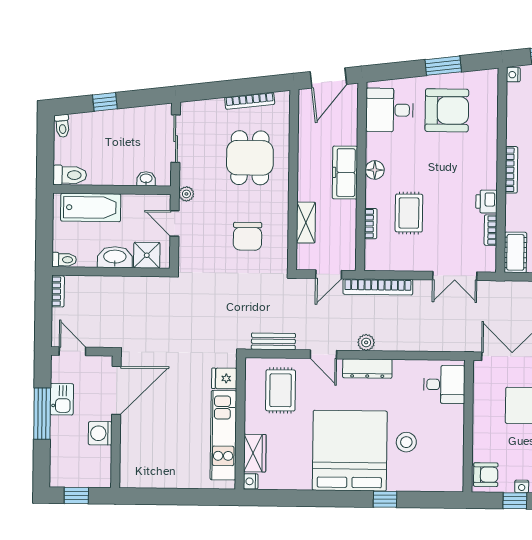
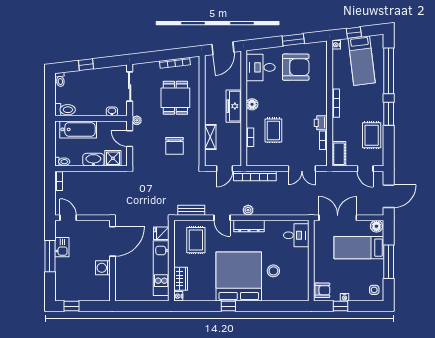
door: (116, 390) -> (112, 241), moved
wall: (116, 422) -> (112, 261), moved
washing machine: (100, 433) -> (103, 268), moved
window: (385, 499) -> (228, 306), moved

